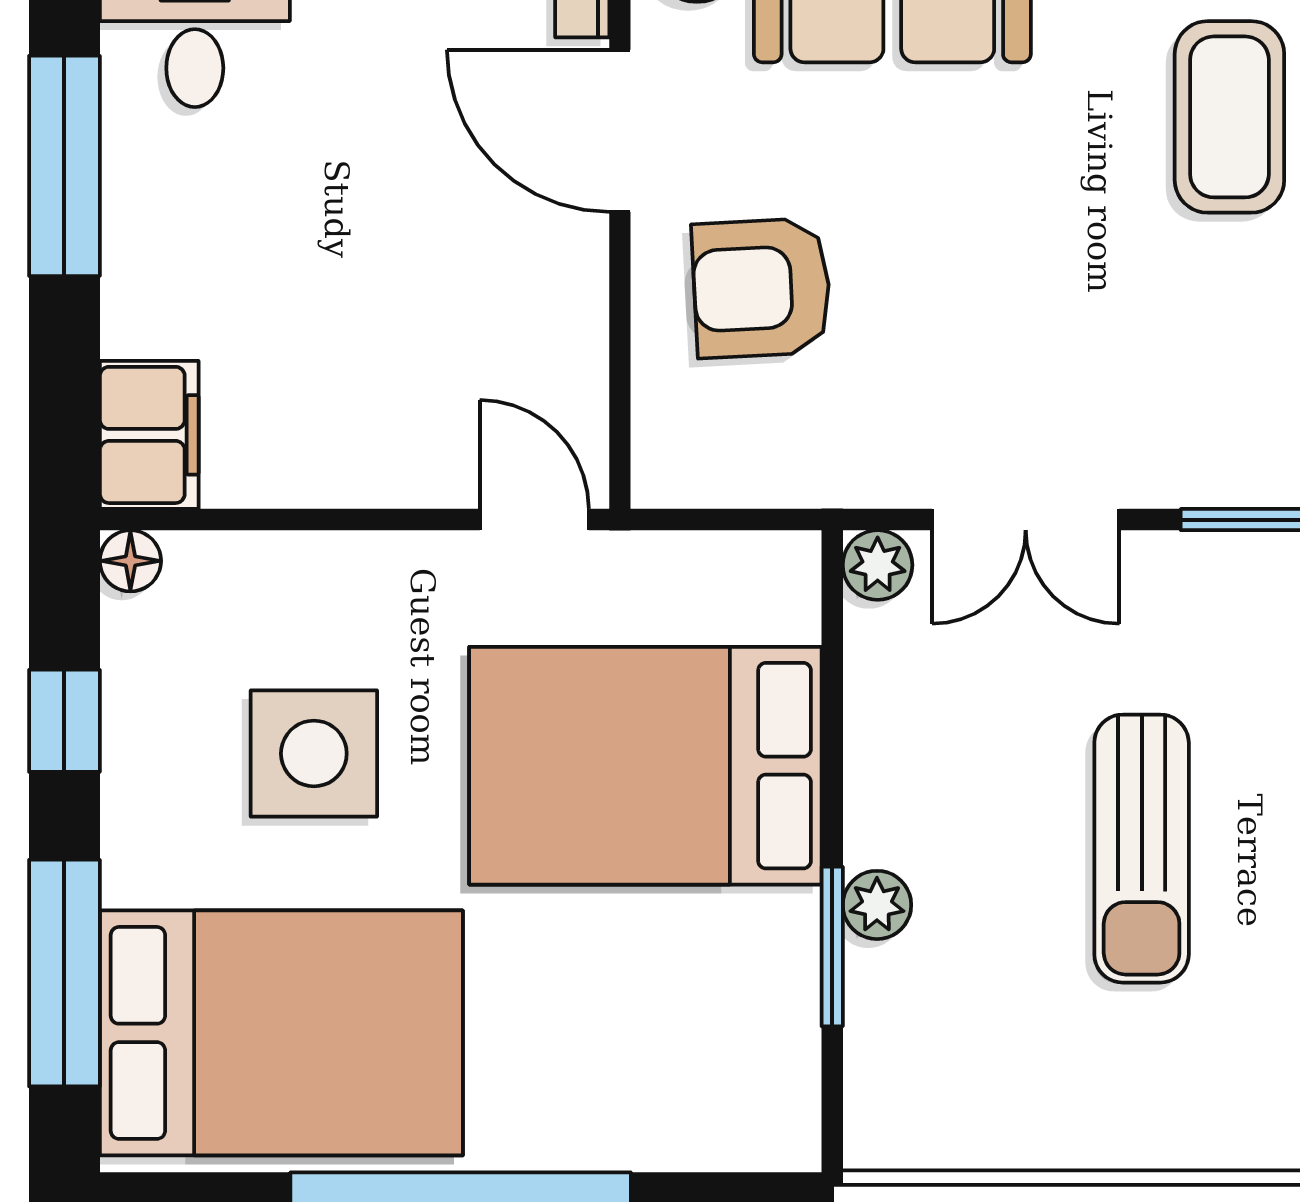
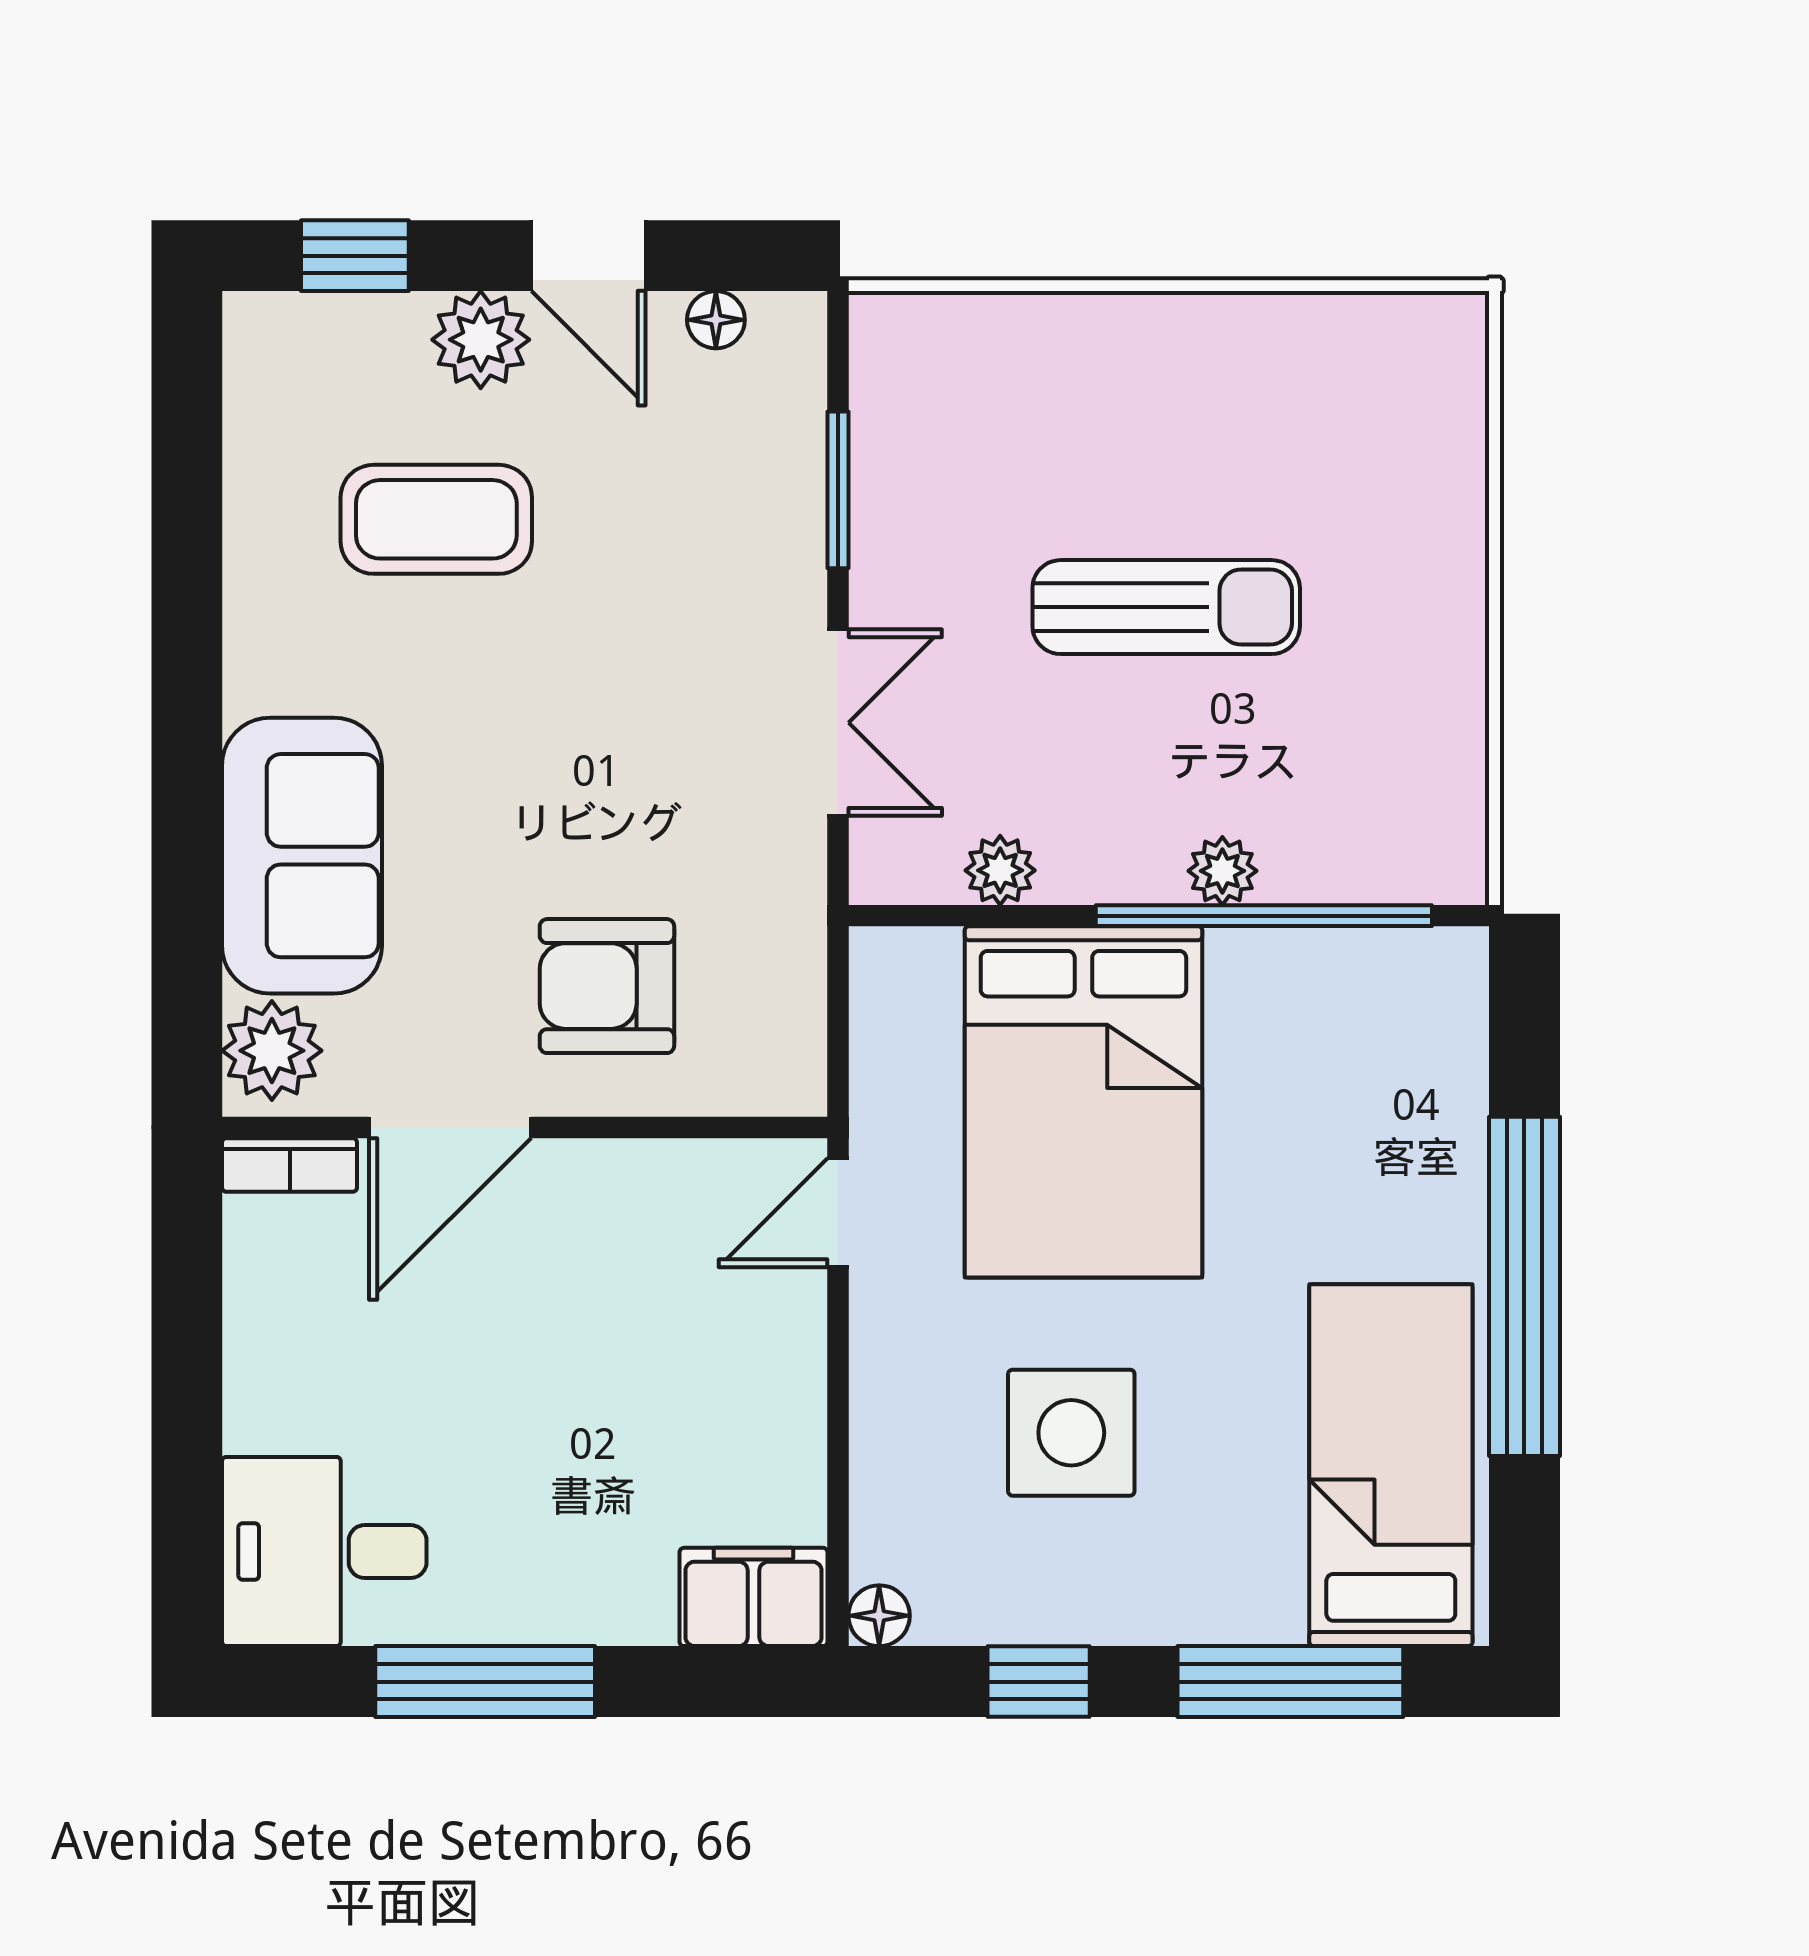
armchair: (762, 288) -> (607, 986), turned 93
plant: (878, 565) -> (1000, 870), moved
window: (832, 947) -> (1264, 916), width x2.11
bed: (281, 1033) -> (1391, 1465), width x0.67

